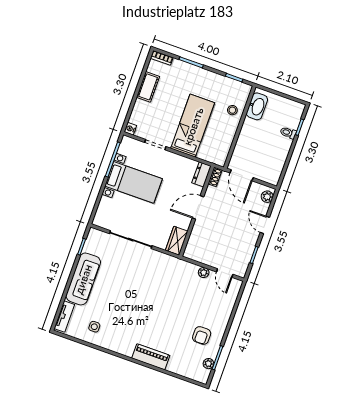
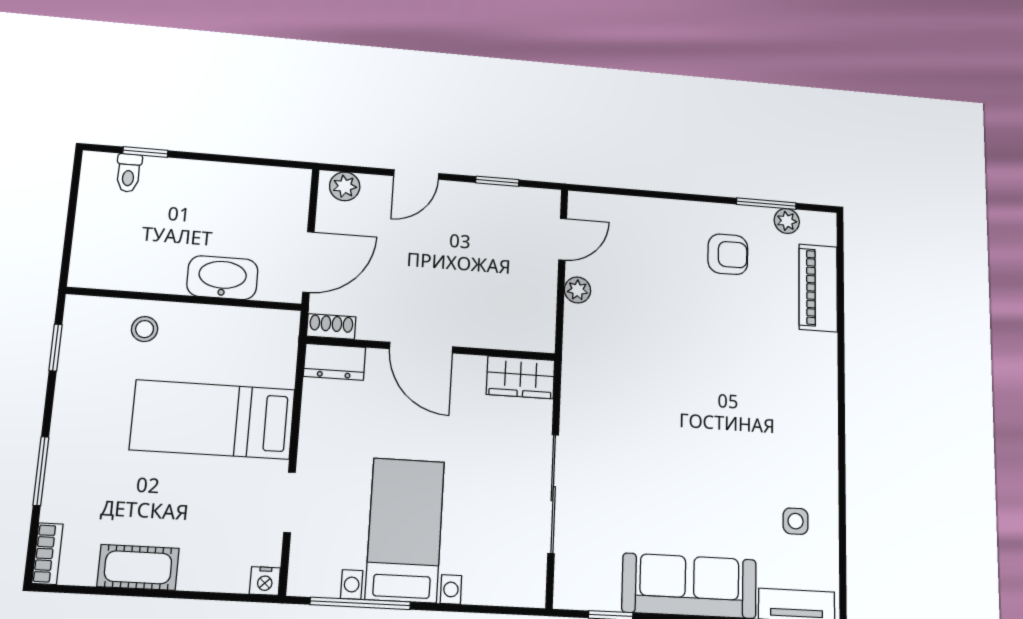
washbasin: (257, 106) -> (222, 278), moved
toilet: (288, 133) -> (129, 173), moved
piano: (151, 357) -> (818, 288), moved

